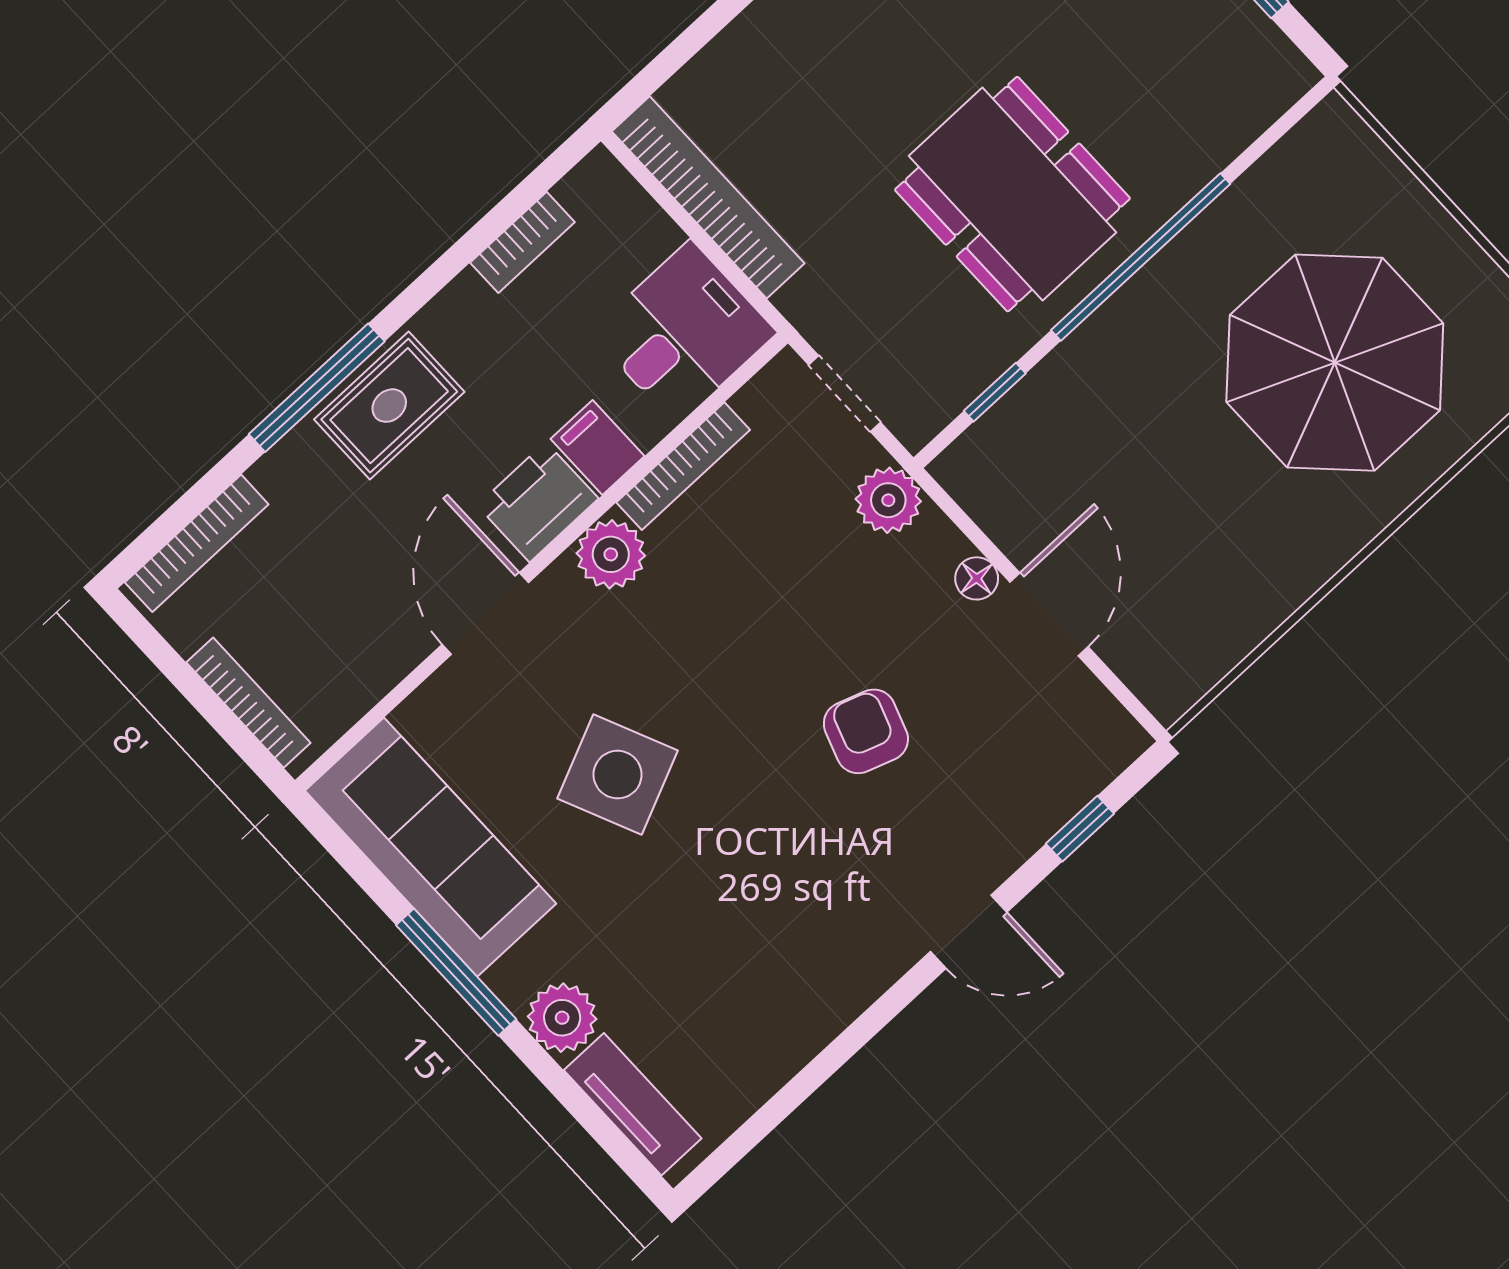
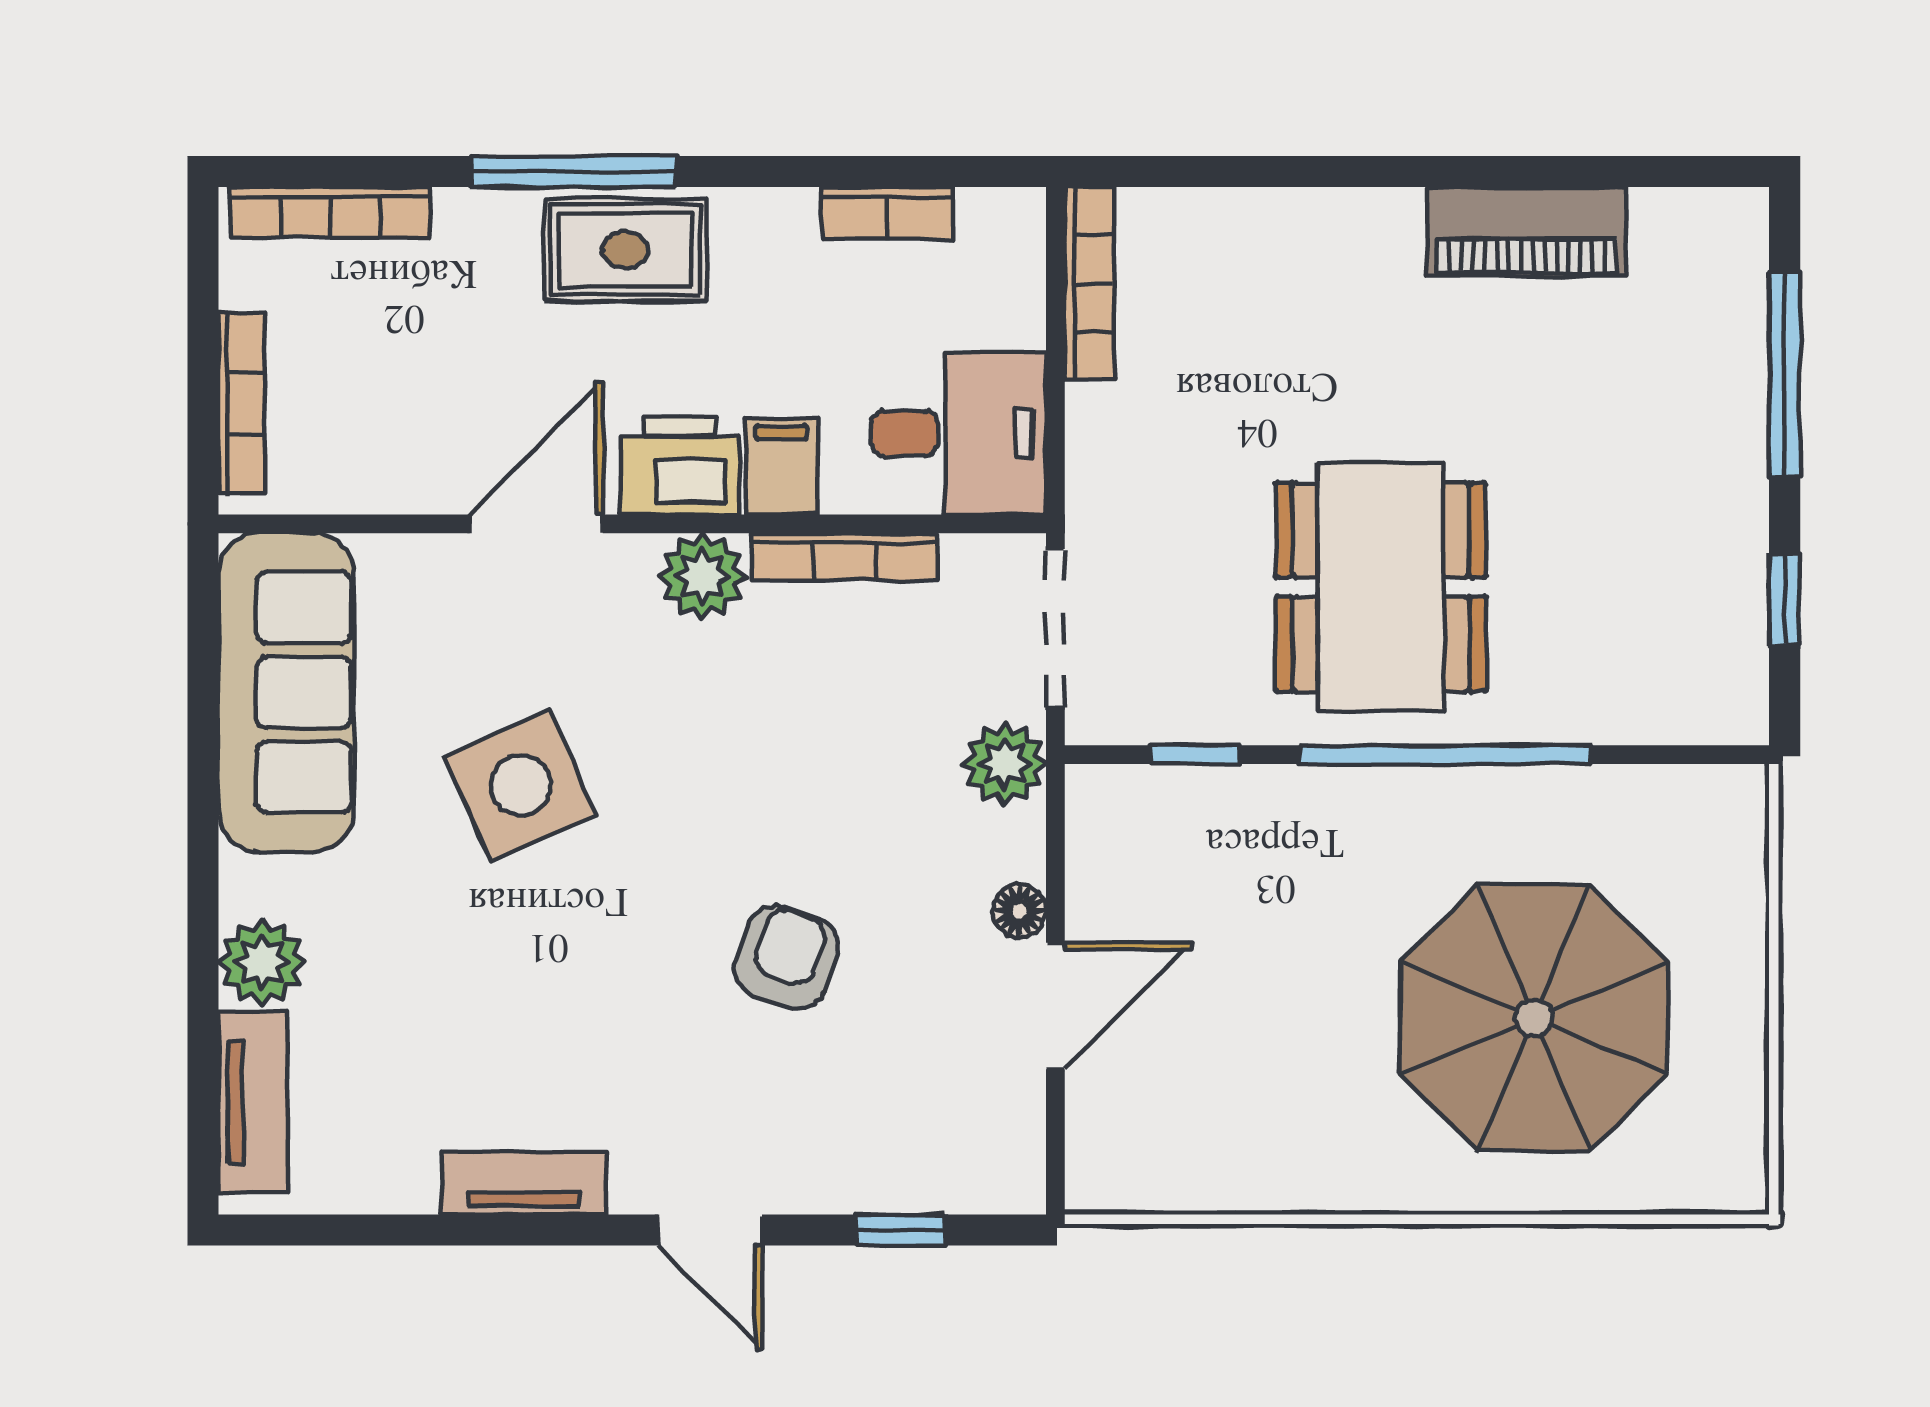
bookcase: (708, 197) -> (1089, 284), width x0.68, depth x0.76
doorway: (845, 394) -> (1055, 628), width x1.38
window: (456, 972) -> (203, 830), removed
tv unit: (835, 1005) -> (524, 1183), added

